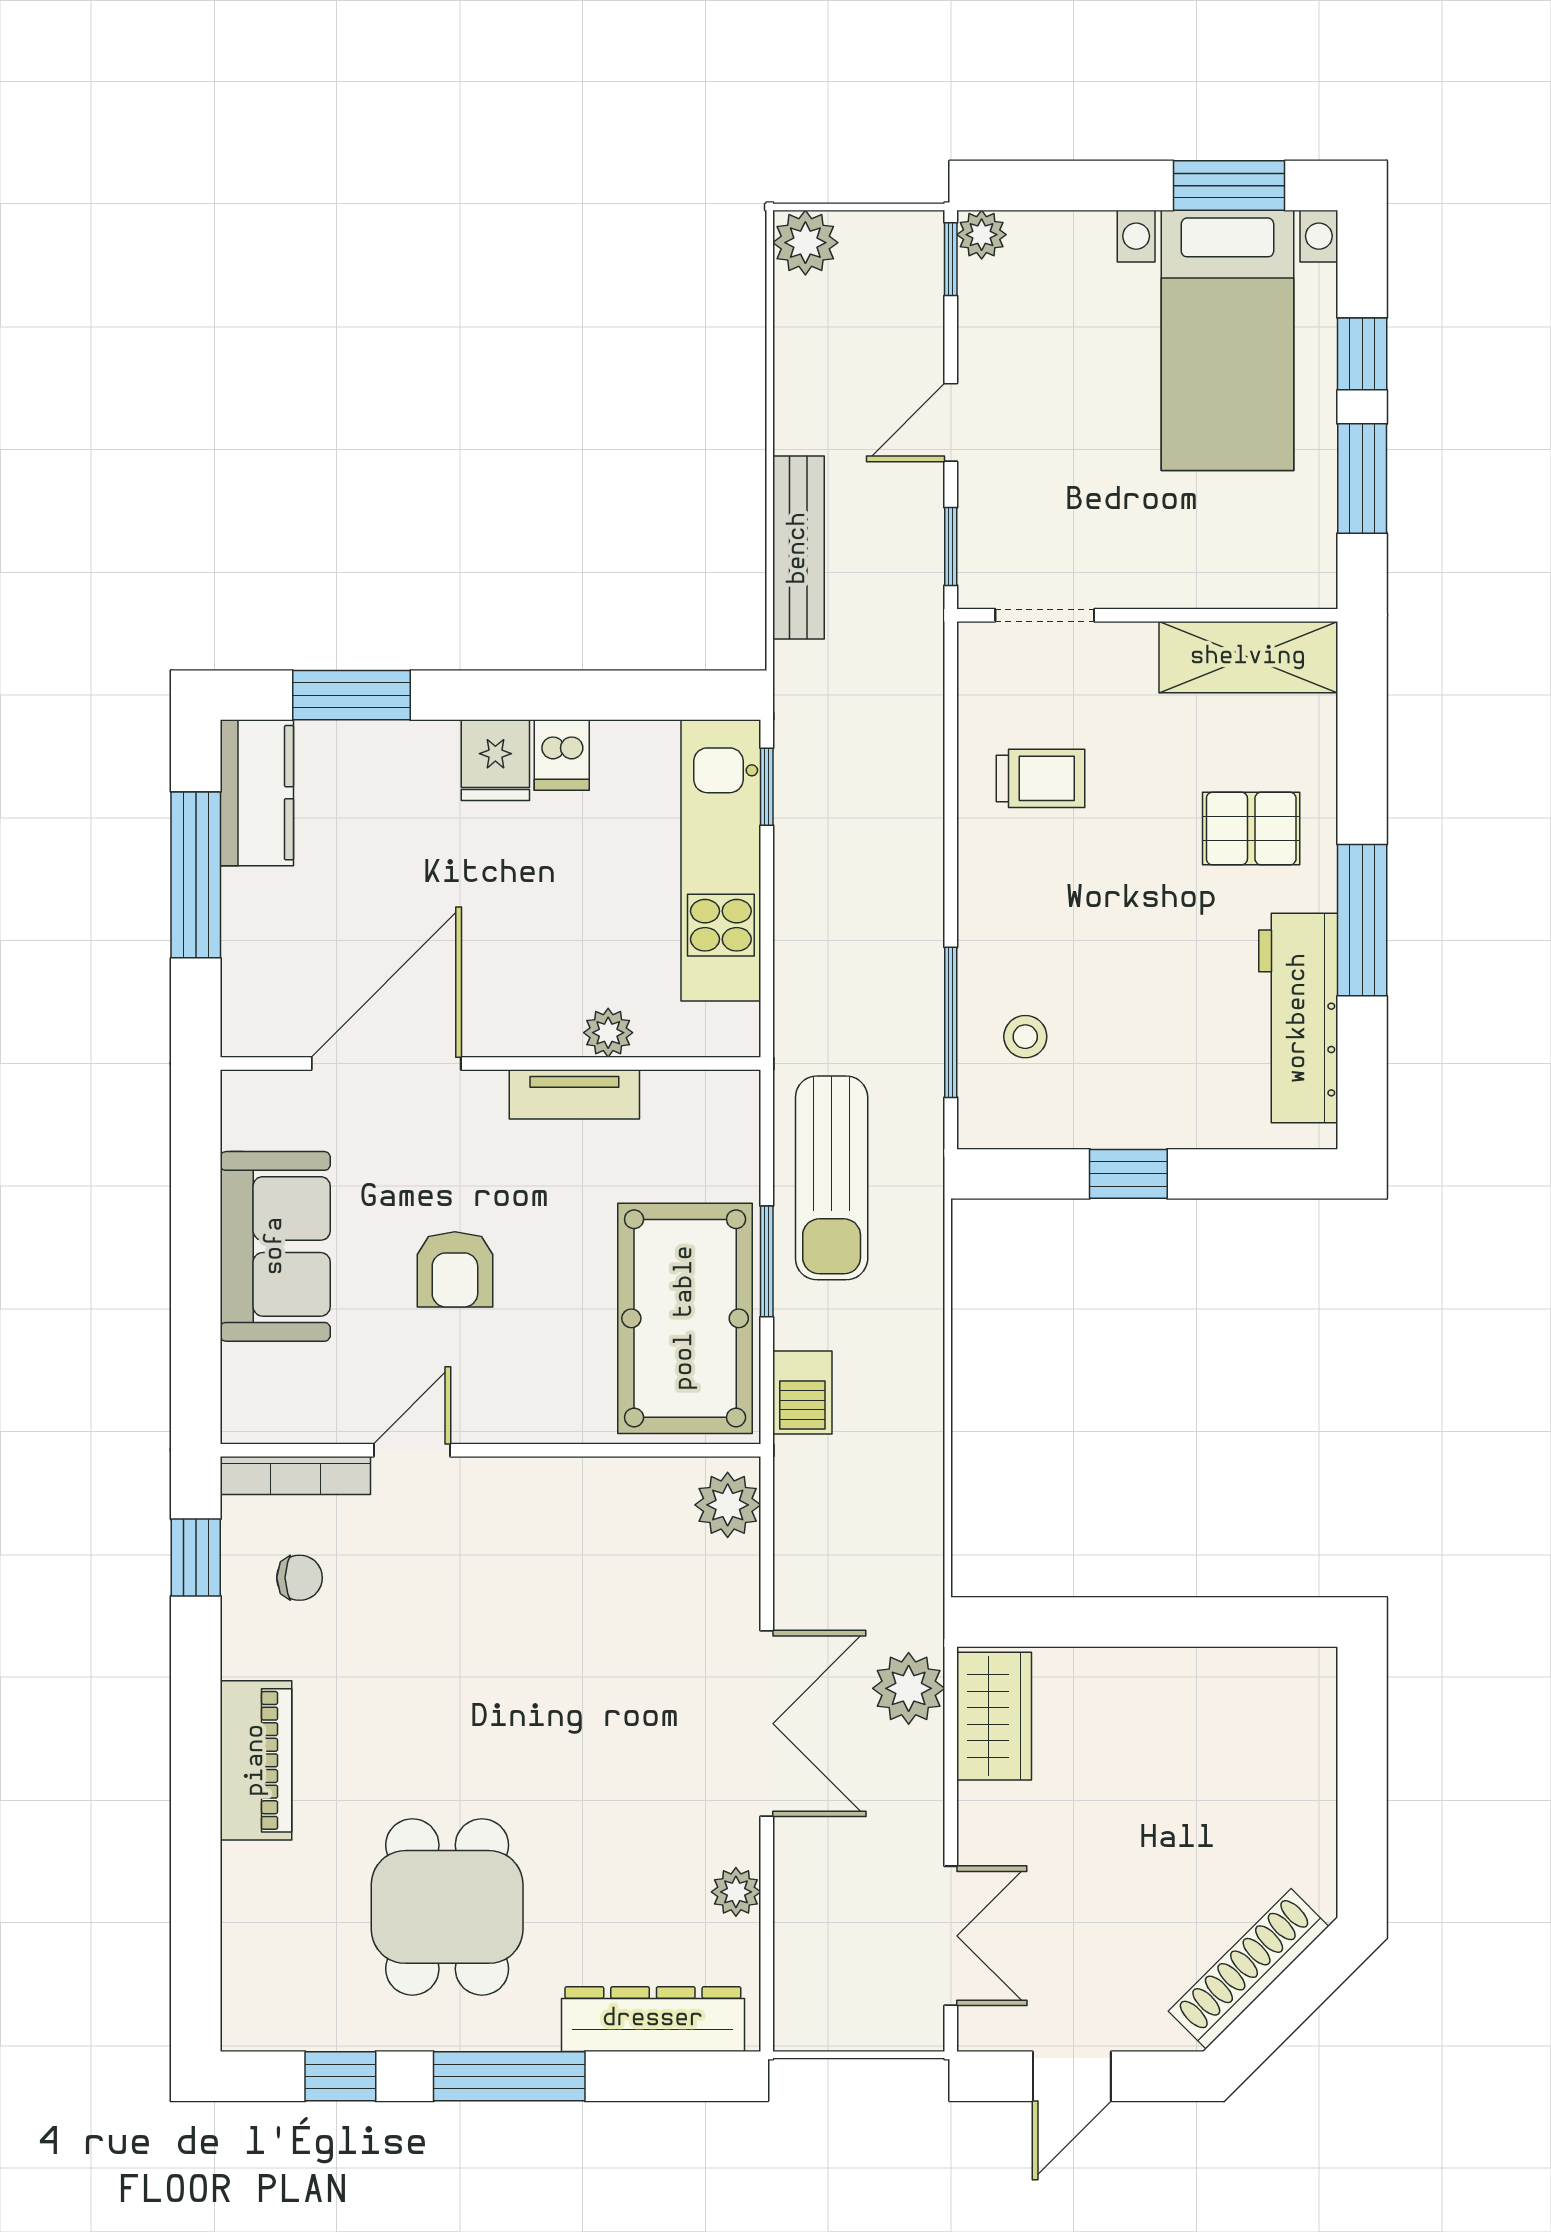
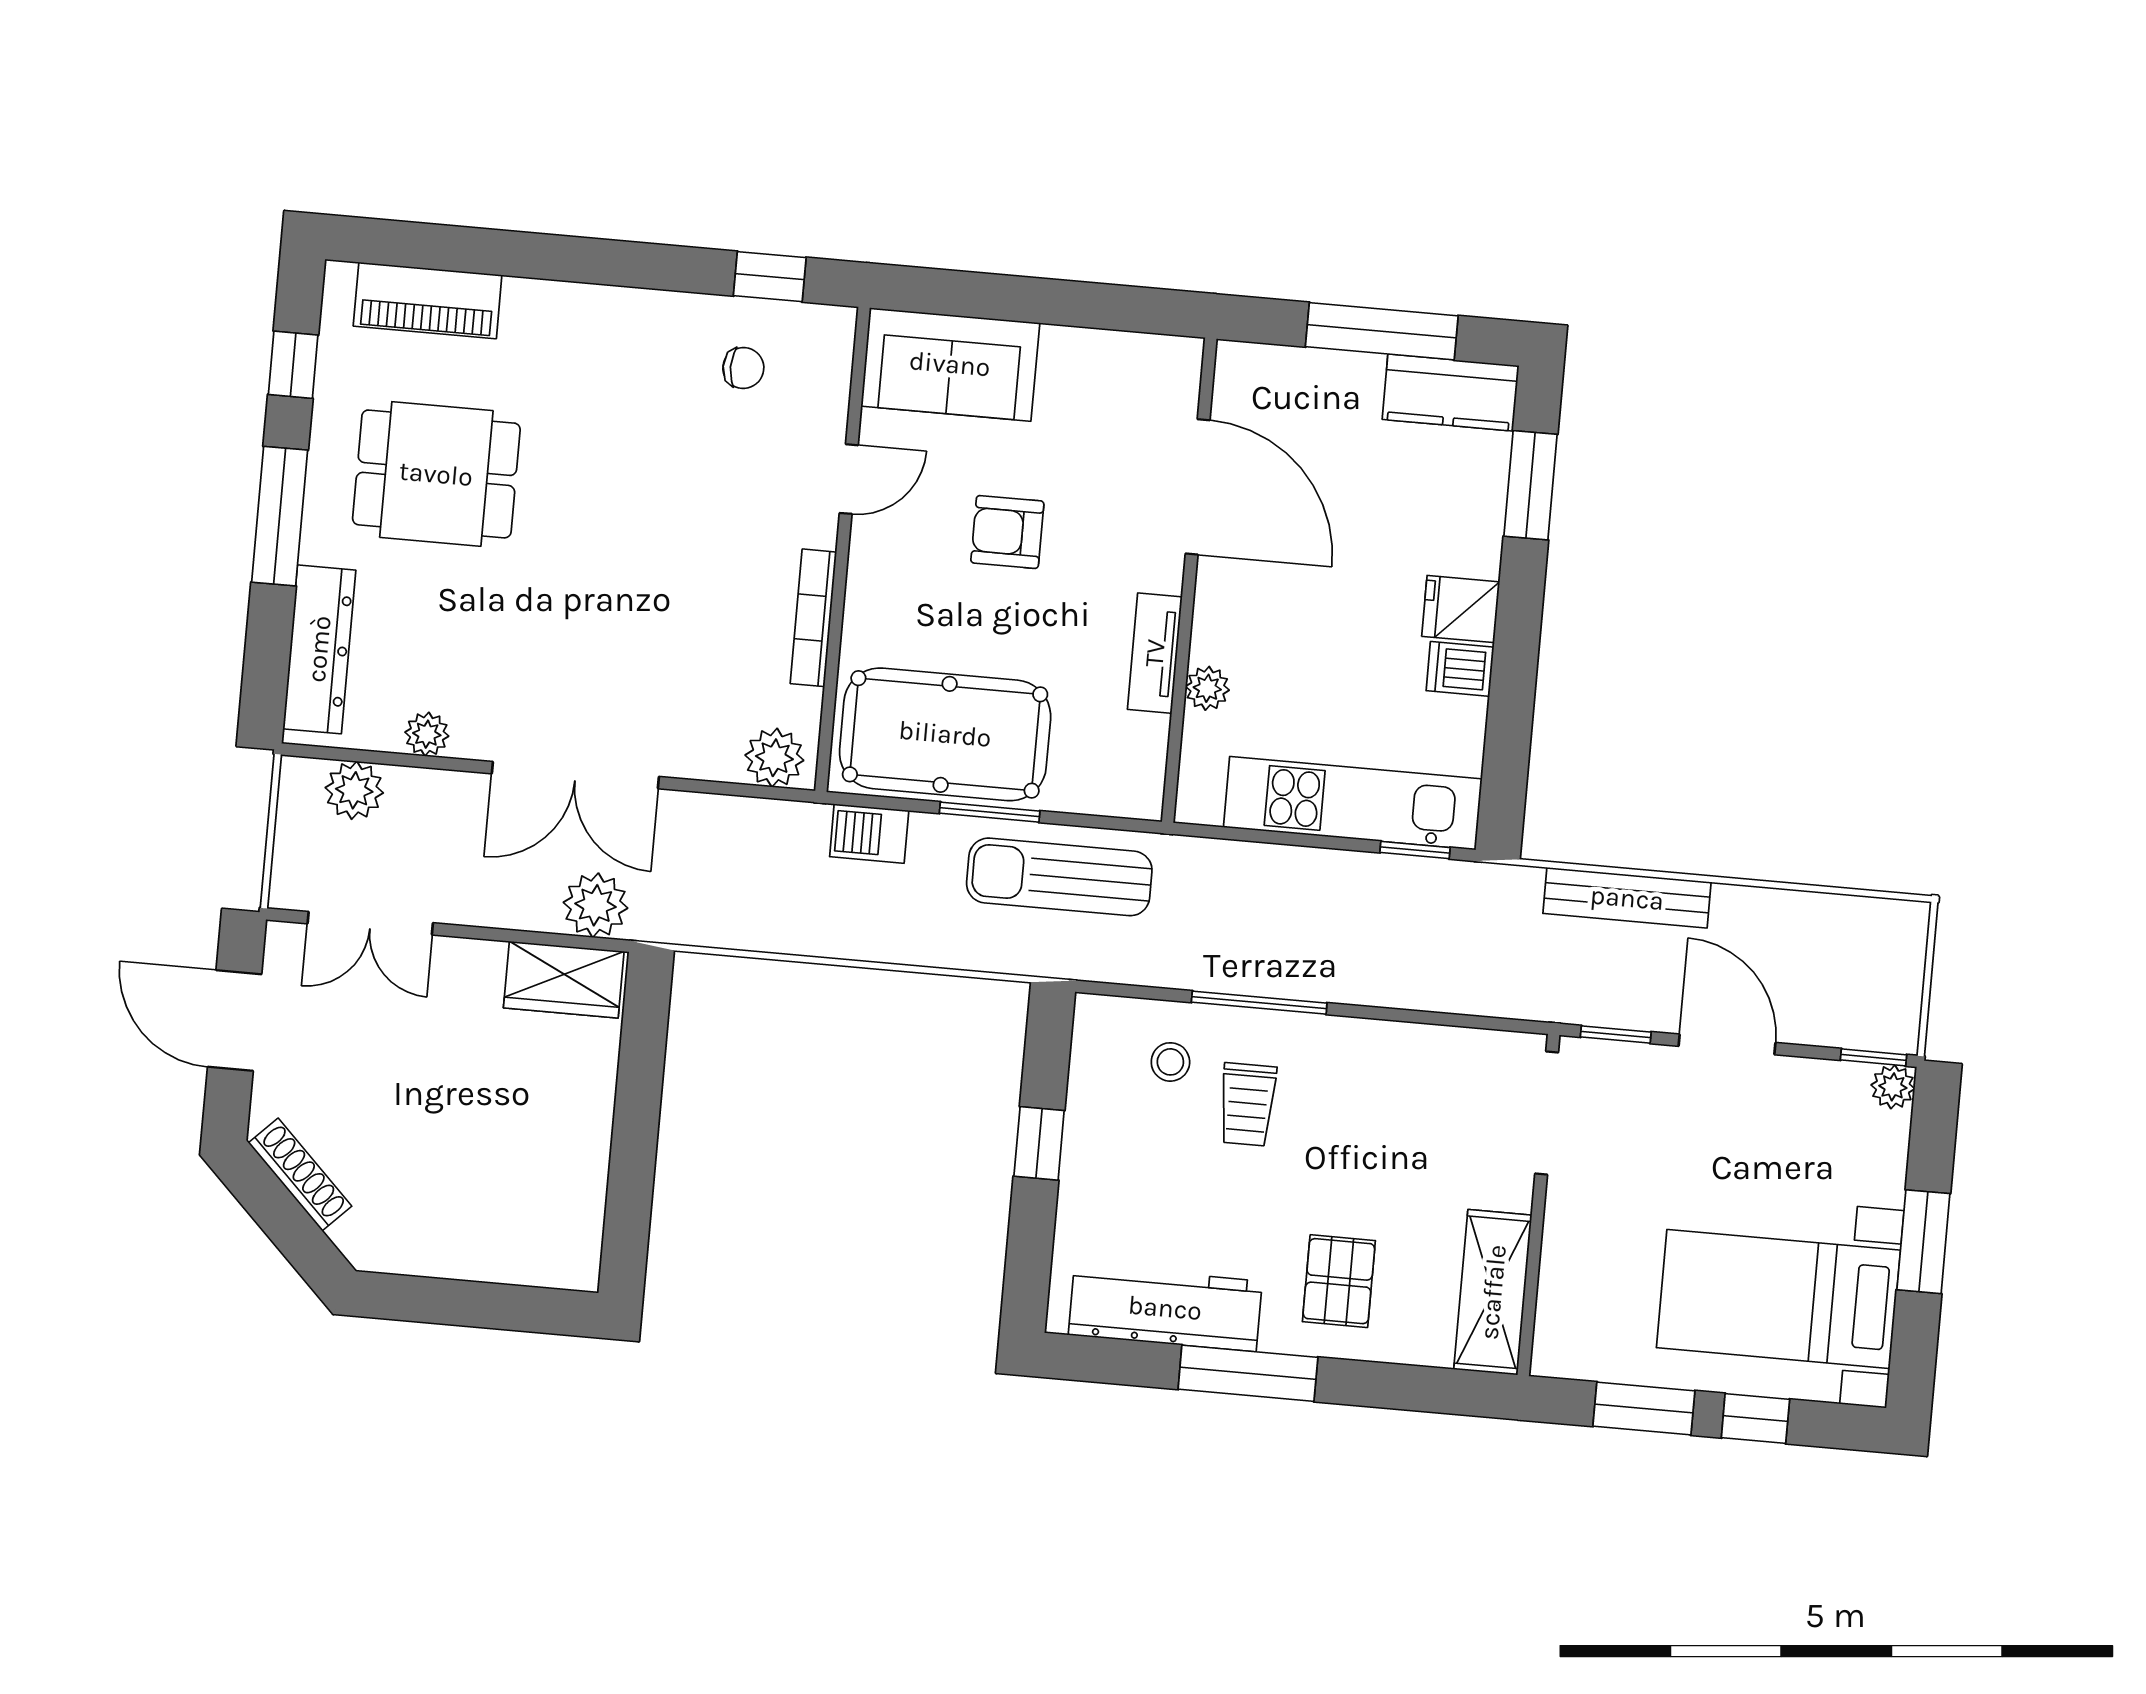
window: (1229, 186) -> (1923, 1242), moved
plant: (805, 243) -> (354, 790), moved
door: (951, 422) -> (1727, 1044), width x1.38
doorway: (1045, 615) -> (1547, 1113), width x1.38
trolley: (1040, 778) -> (1247, 1104), moved
window: (951, 1022) -> (1259, 1003), moved
sofa: (275, 1246) -> (950, 364), moved
door: (412, 1450) -> (849, 479), hinge flipped
bookcase: (295, 1475) -> (813, 618), moved
chair: (299, 1578) -> (743, 368), turned -90
piano: (256, 1760) -> (428, 300), moved
shoe rack: (1249, 1969) -> (300, 1175), width x0.74, depth x0.81
door: (1072, 2076) -> (235, 1021), width x1.38

